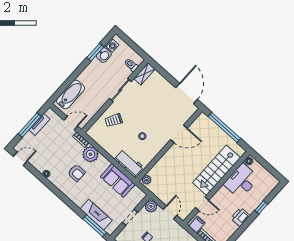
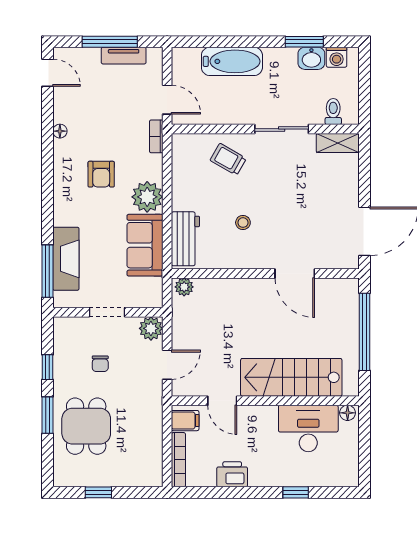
bathtub: (71, 94) -> (232, 61), moved
plant: (90, 154) -> (147, 197), moved
printer: (240, 217) -> (232, 474), moved

